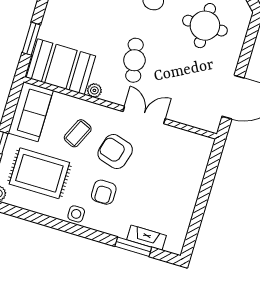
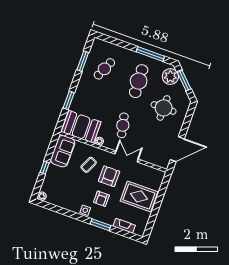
window: (31, 39) -> (69, 100), moved
armchair: (115, 152) -> (109, 176), turned 74
rug: (39, 173) -> (139, 196), moved
window: (133, 247) -> (101, 225), moved

